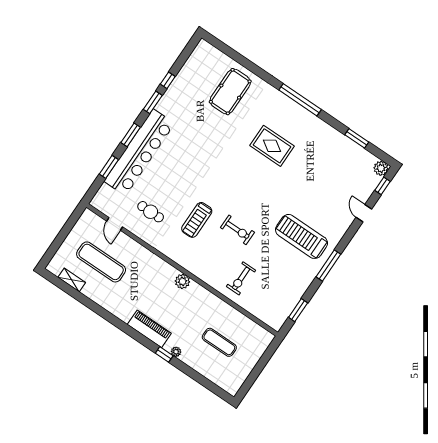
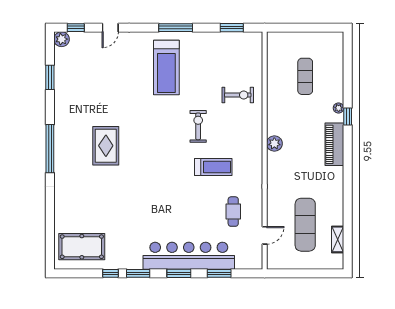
pool table: (230, 92) -> (82, 247), moved

